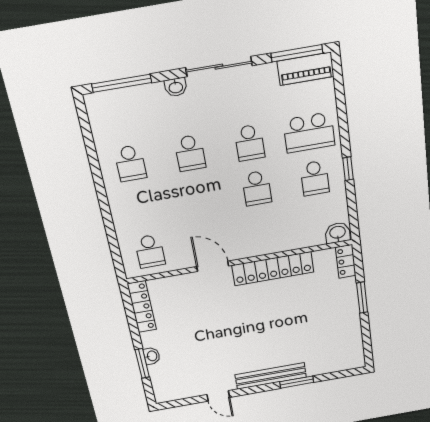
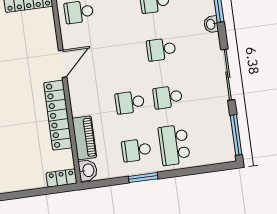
piano: (306, 69) -> (84, 138), moved, turned 180
washbasin: (176, 87) -> (211, 24), moved
window: (348, 169) -> (143, 178), width x1.50
window: (362, 298) -> (26, 194), removed

